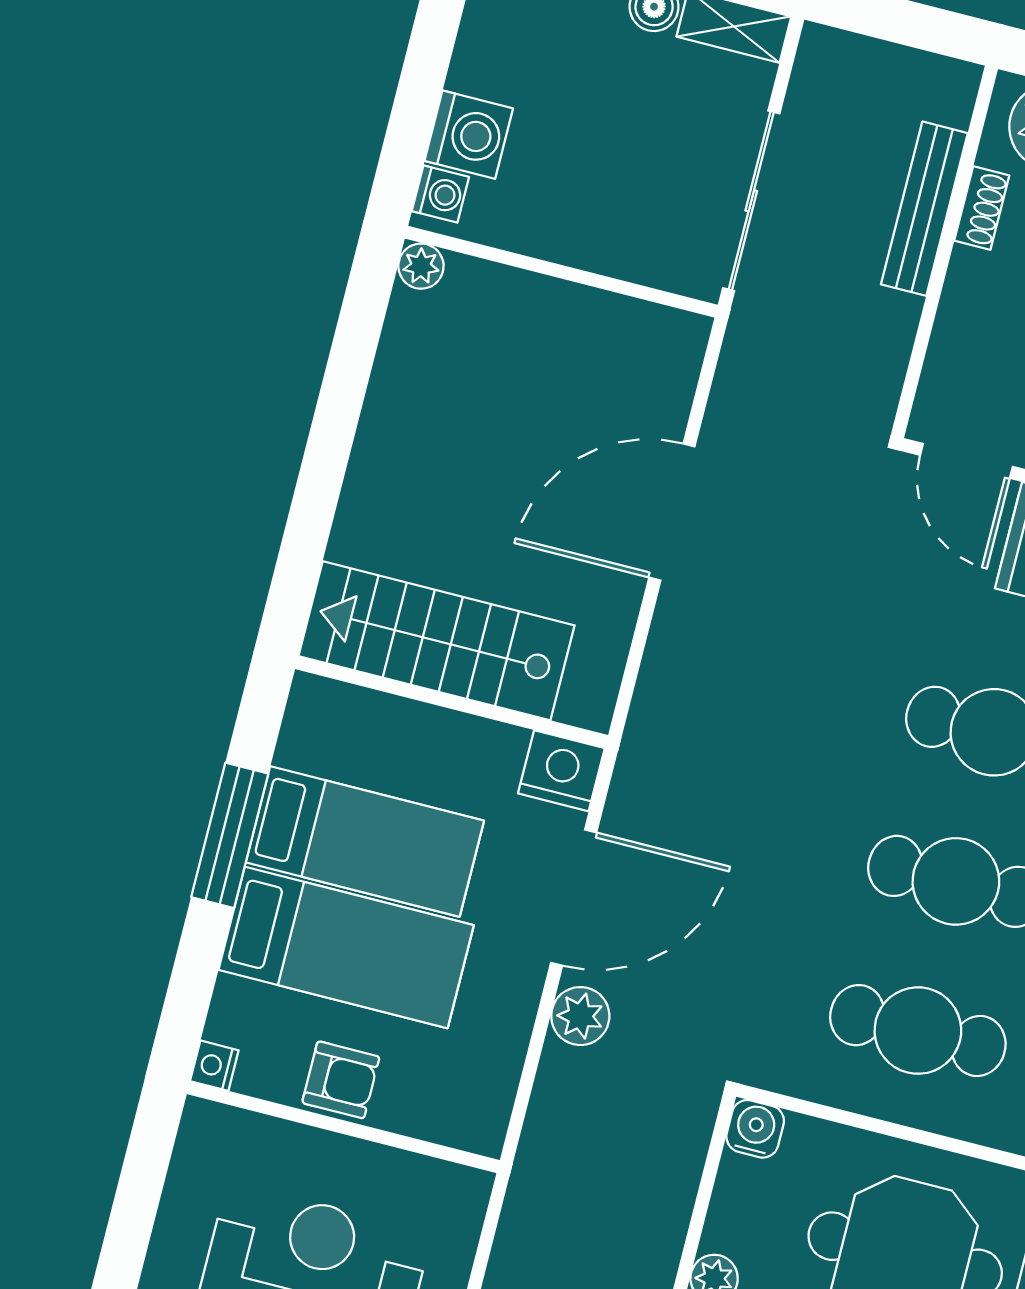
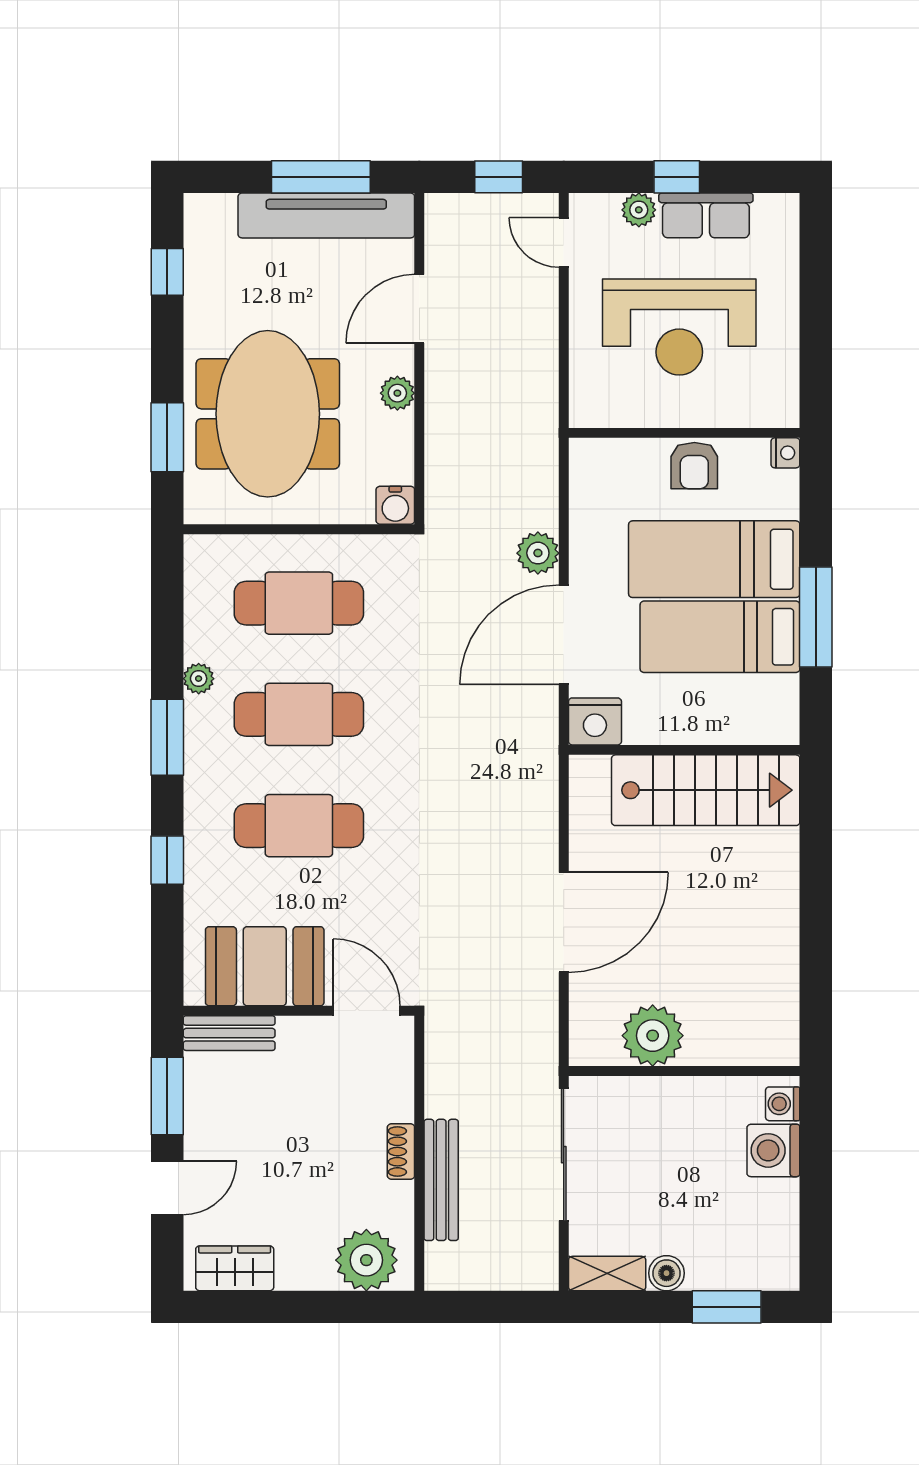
shoe rack: (982, 208) -> (401, 1152), moved
plant: (421, 266) -> (653, 1036), moved, width x1.88, depth x1.88
armchair: (341, 1080) -> (694, 466), turned -90

